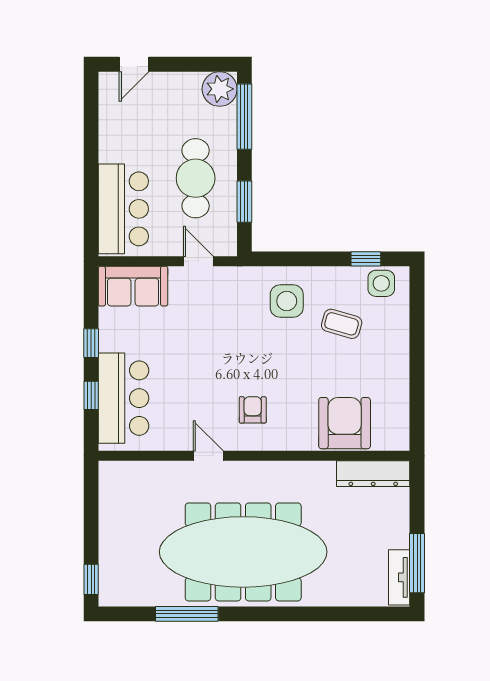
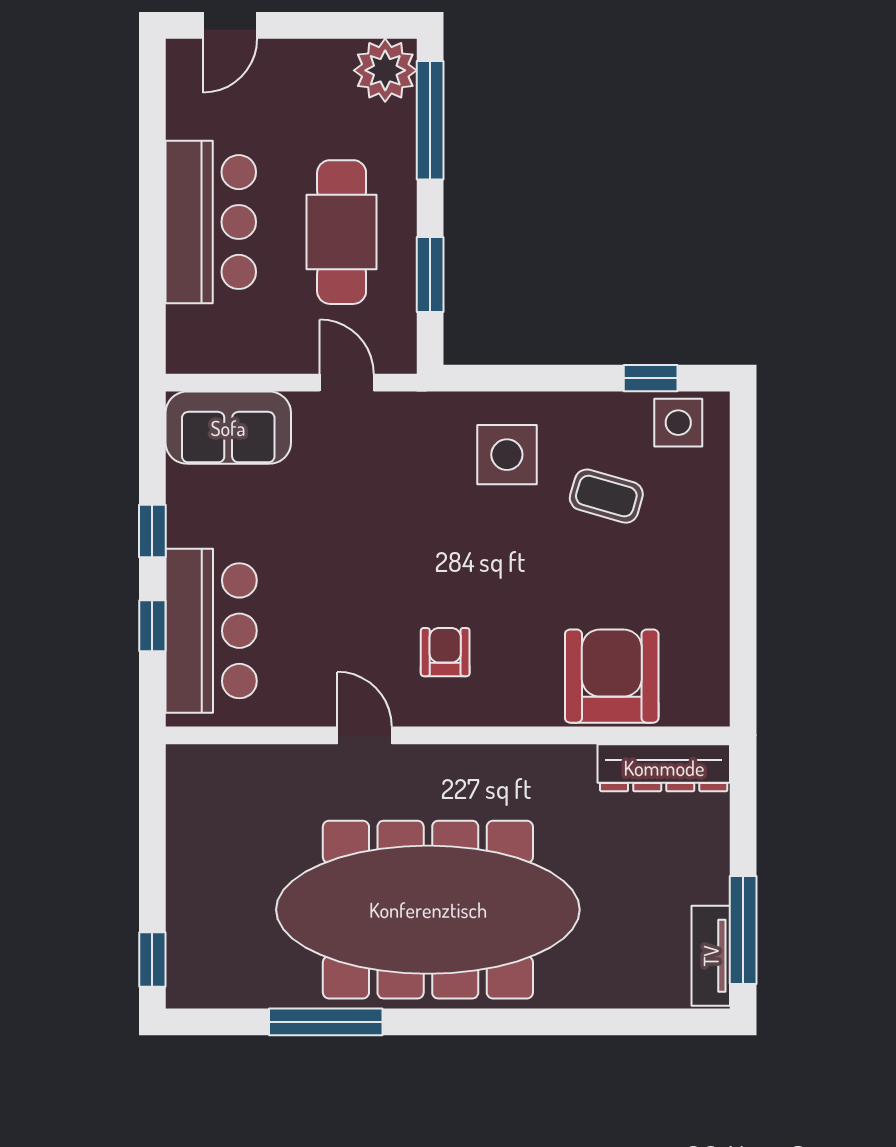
bar counter: (123, 209) -> (211, 222), moved

